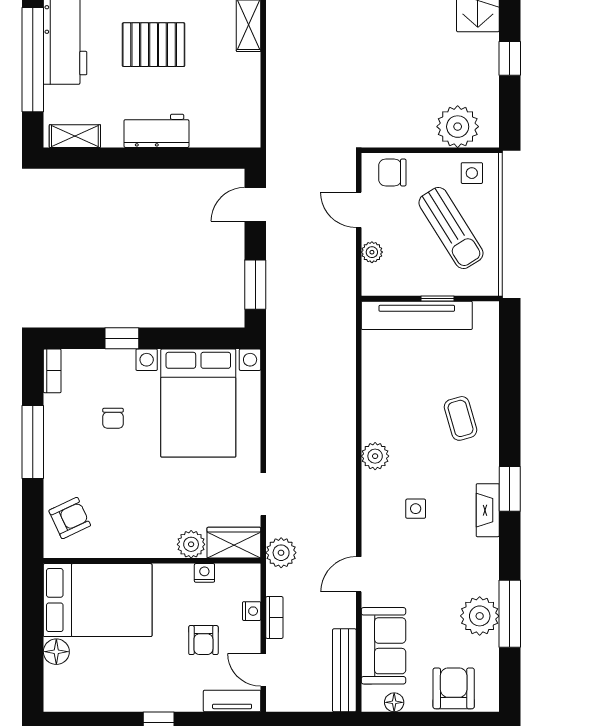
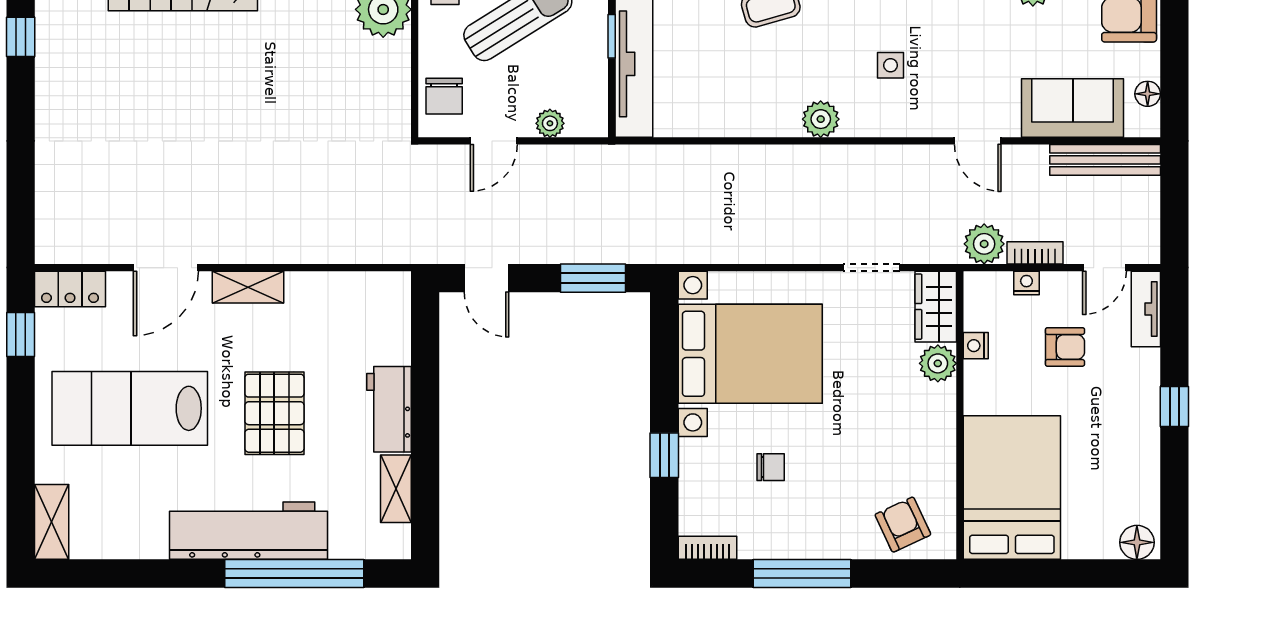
shelving: (75, 136) -> (396, 489), moved
plant: (281, 553) -> (984, 244), moved
floor lamp: (56, 652) -> (1137, 542), moved

